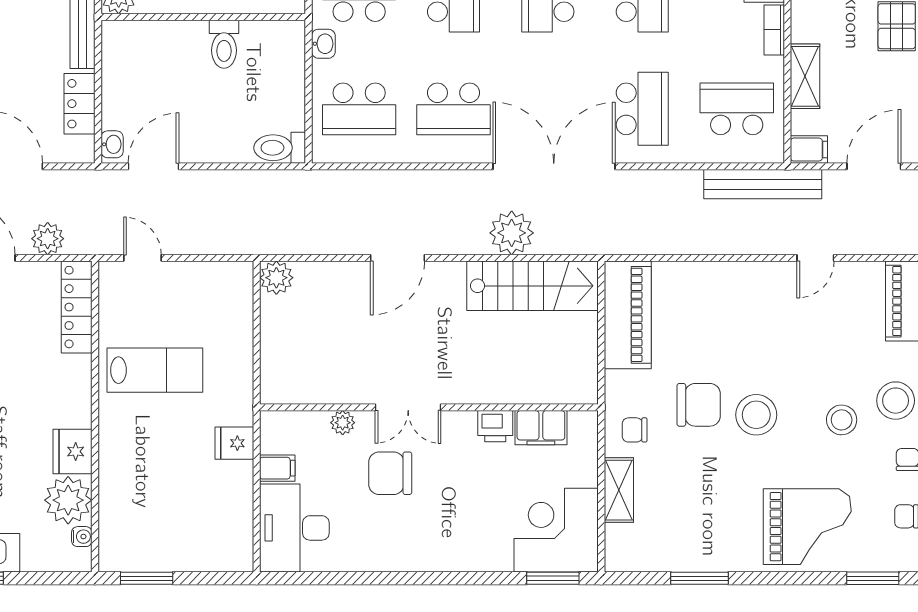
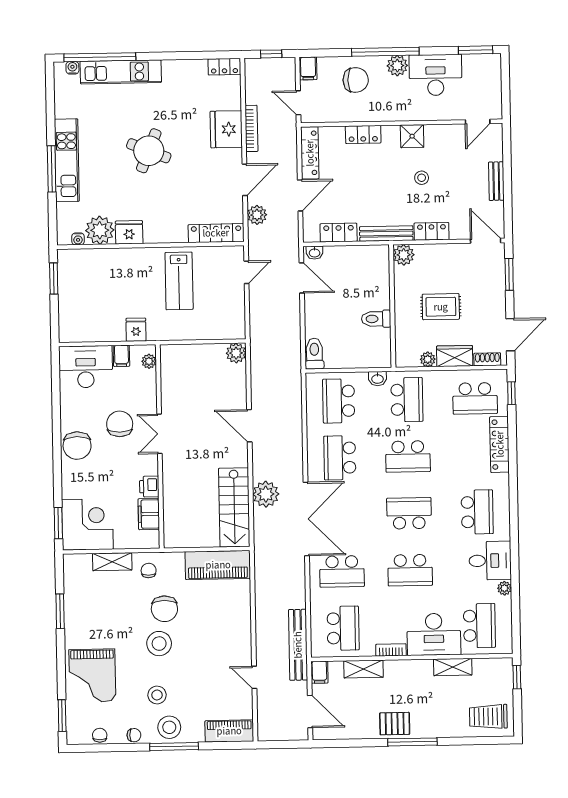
plant: (343, 423) -> (149, 361), moved
chair: (425, 545) -> (77, 446), added

